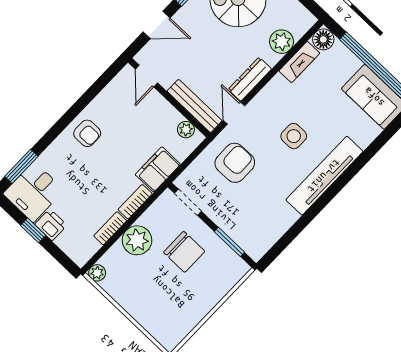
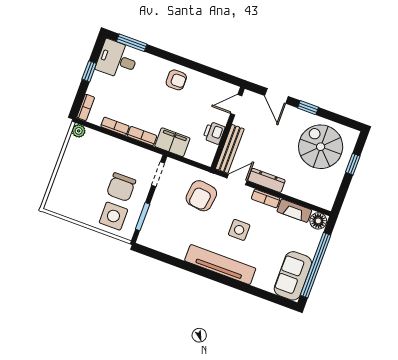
plant: (282, 42) -> (304, 191), removed
bookcase: (271, 89) -> (266, 199), added
plant: (186, 130) -> (210, 150), removed
armchair: (87, 133) -> (176, 80), turned -90
armchair: (235, 163) -> (201, 196), turned 98
printer: (51, 225) -> (214, 133), moved, turned 180
plant: (137, 240) -> (115, 149), removed
bookcase: (73, 253) -> (86, 107), added
side table: (214, 275) -> (113, 216), added

